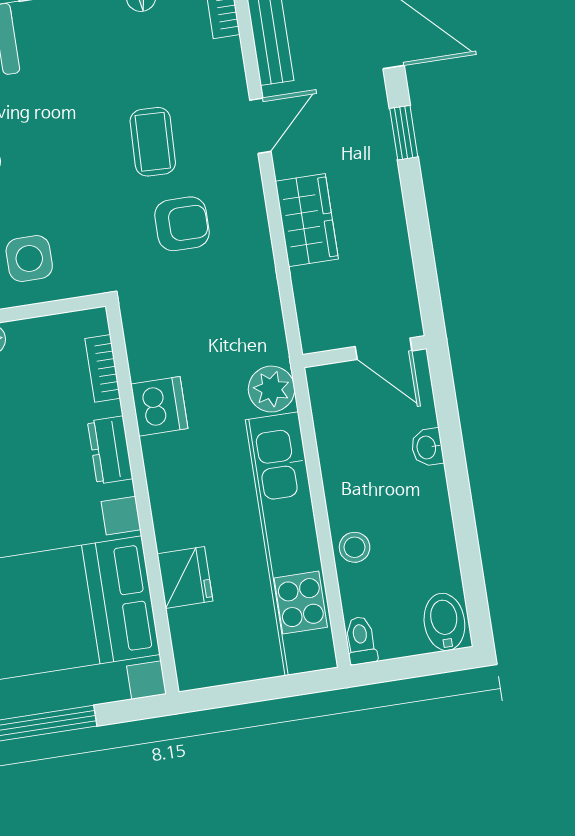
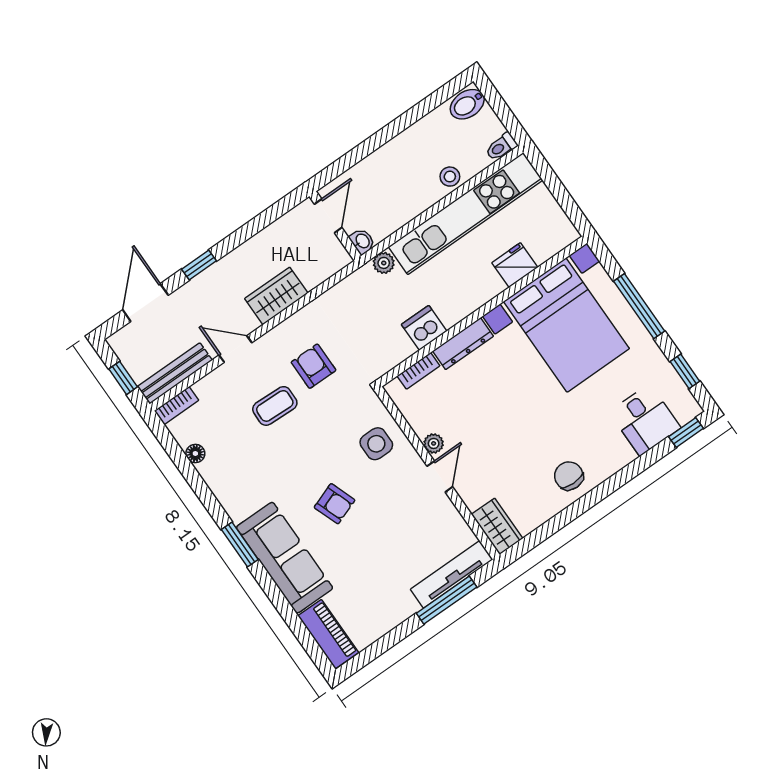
plant: (272, 389) -> (384, 263), width x0.73, depth x0.73
washbasin: (427, 447) -> (362, 241), moved, turned -90
dresser: (110, 450) -> (463, 344), width x1.44

